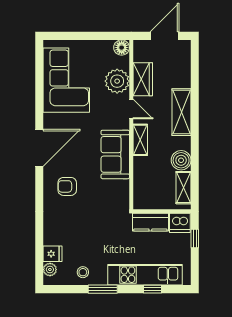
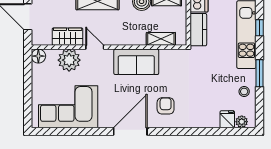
door: (131, 109) -> (95, 47), hinge flipped
shelving: (140, 140) -> (161, 39), moved
door: (39, 148) -> (130, 131), hinge flipped
armchair: (67, 186) -> (166, 106), turned 180

